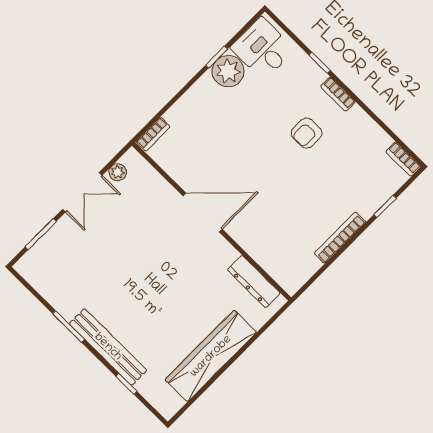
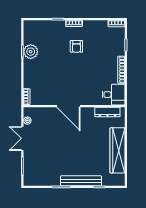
desk: (263, 49) -> (114, 95), moved, turned 180
double door: (82, 192) -> (22, 138), swing flipped
door: (203, 213) -> (68, 106), swing flipped

